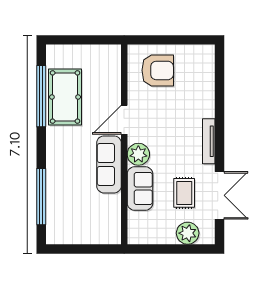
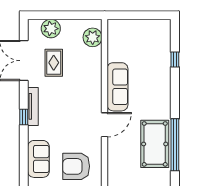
window: (220, 129) -> (24, 117), added
plant: (138, 154) -> (93, 37), moved
sofa: (140, 189) -> (38, 159), moved, turned 180
window: (41, 197) -> (175, 60), width x0.32

